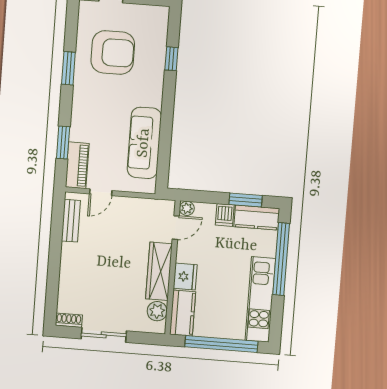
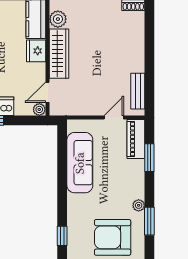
plant: (80, 88) -> (139, 205), added

